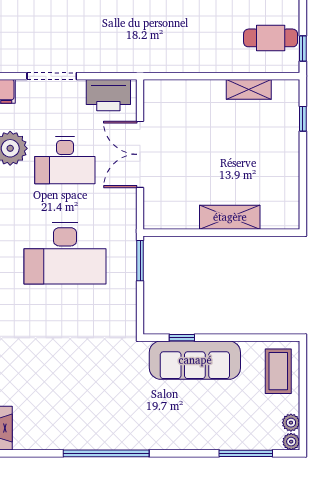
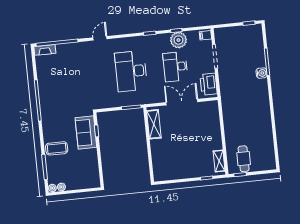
shelving: (249, 89) -> (219, 161), moved
shelving: (230, 217) -> (154, 124), moved
sofa: (195, 360) -> (86, 132), width x0.73
coffee table: (278, 371) -> (57, 148), moved

